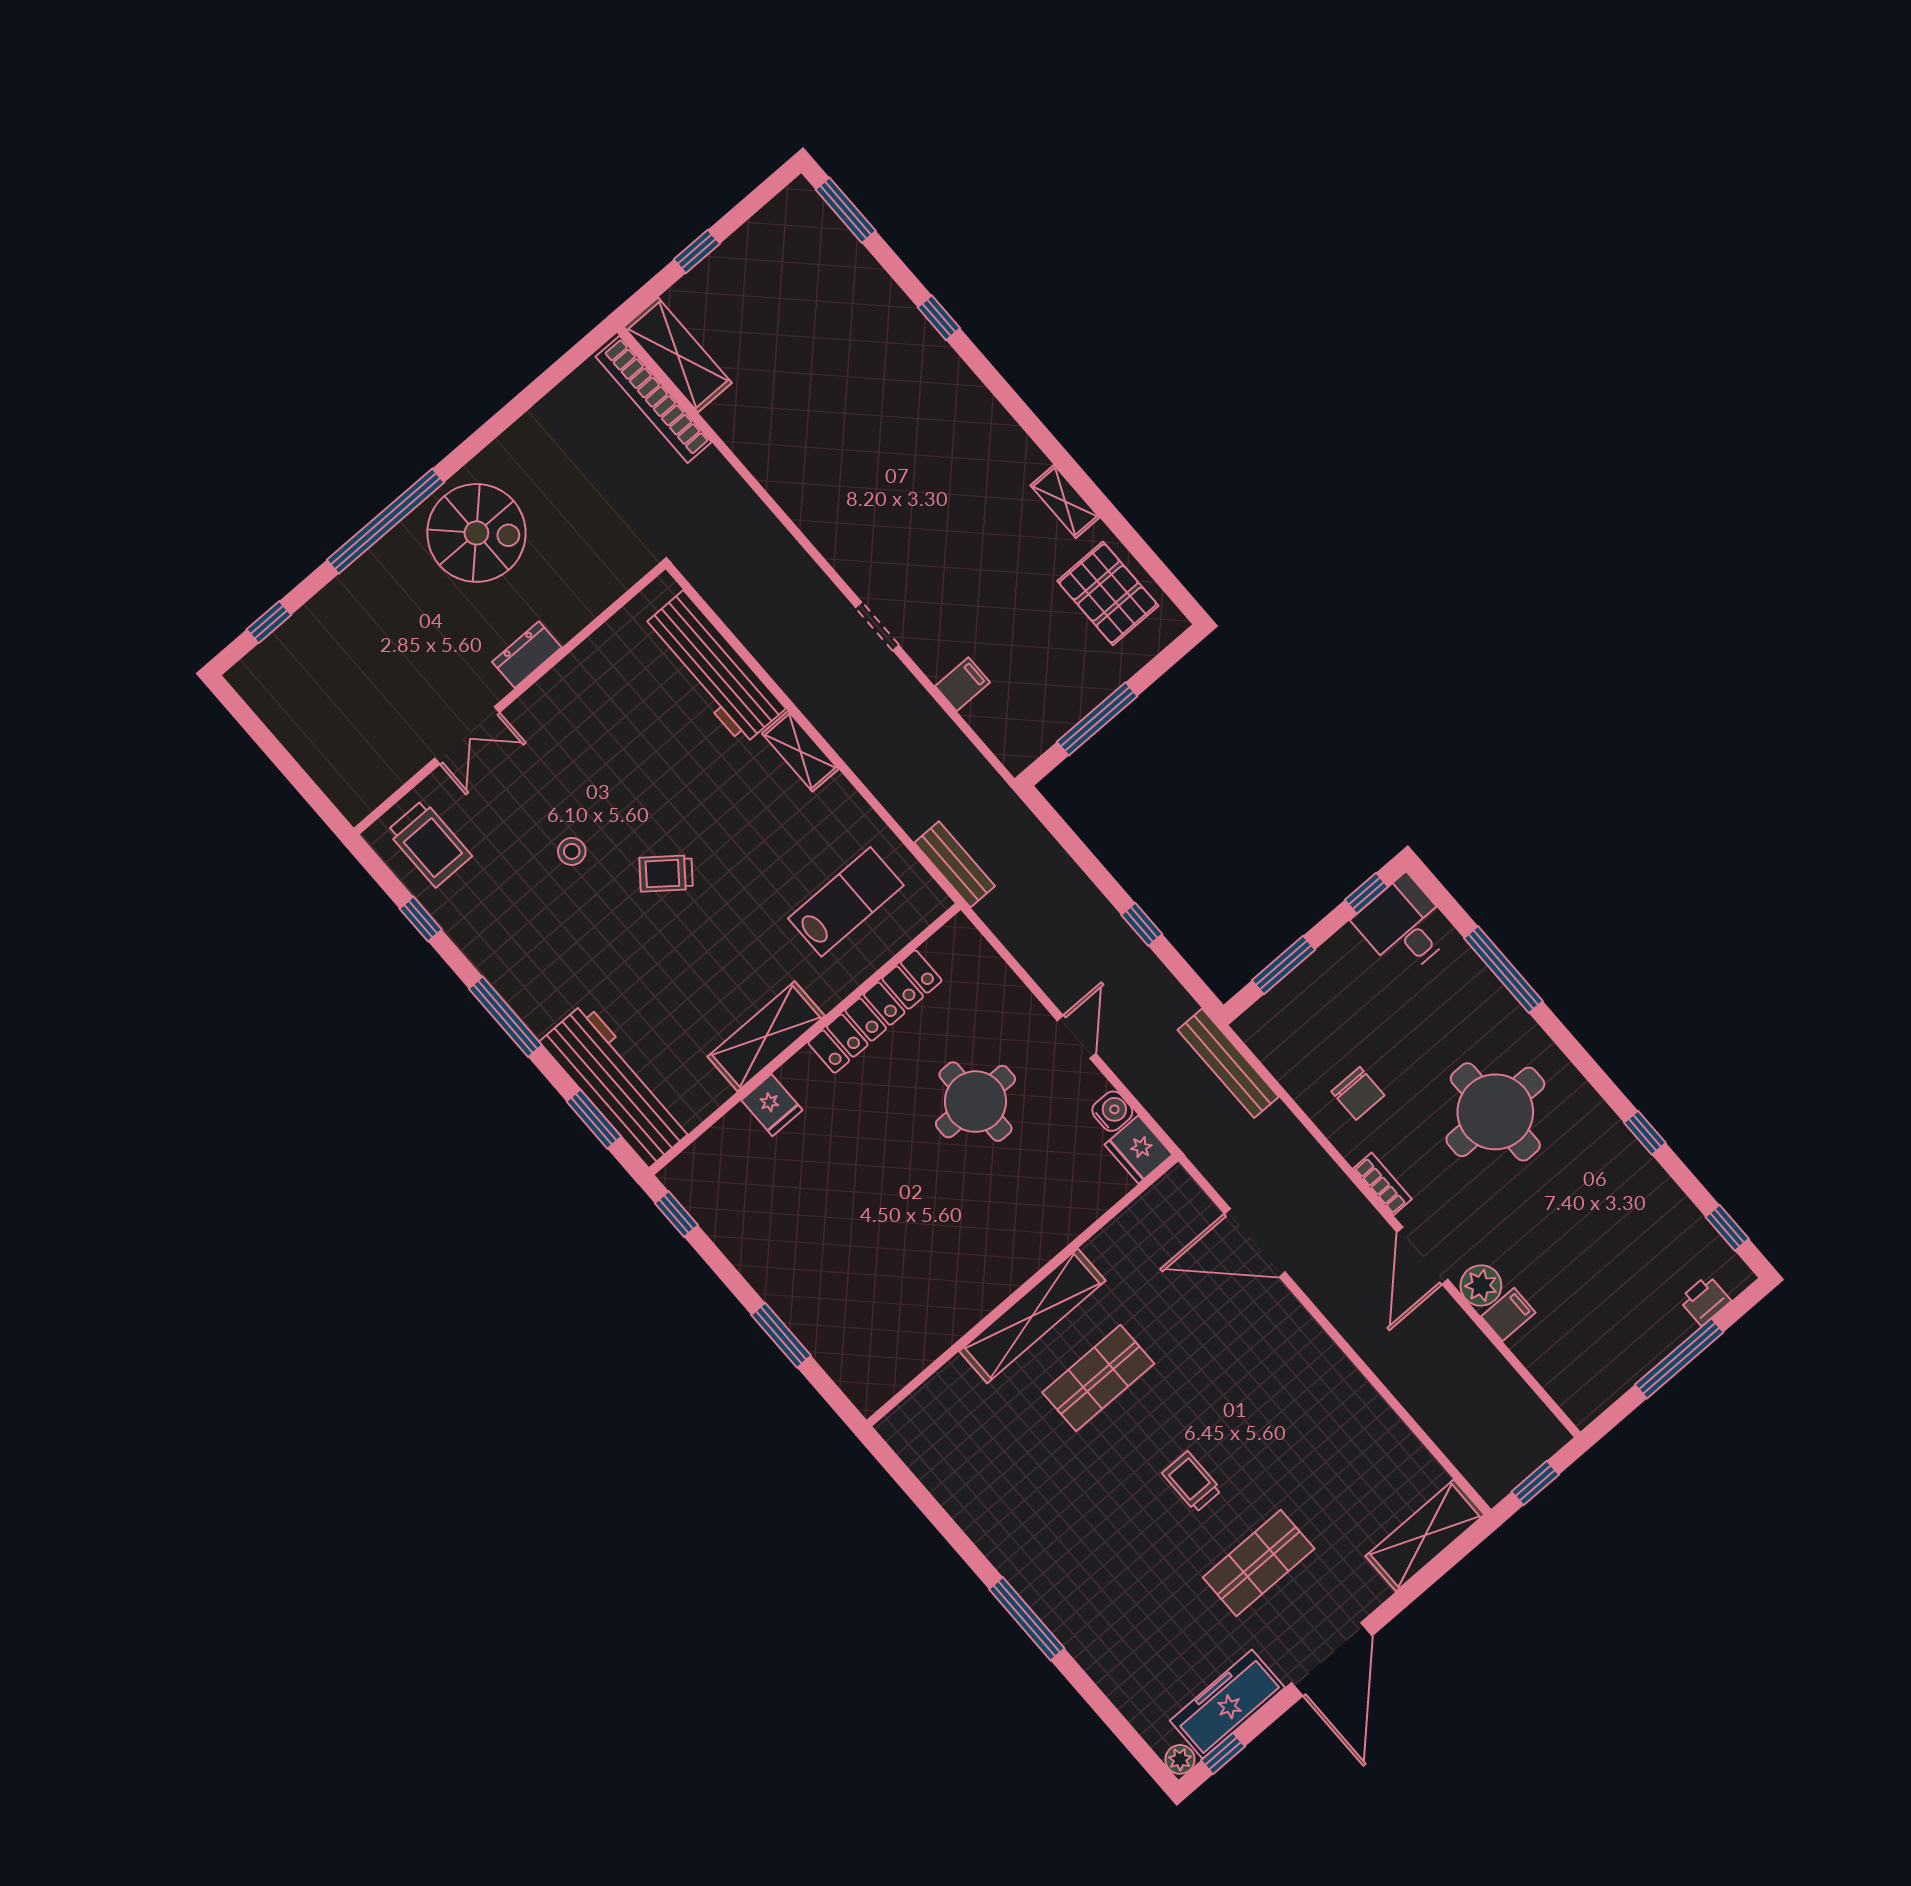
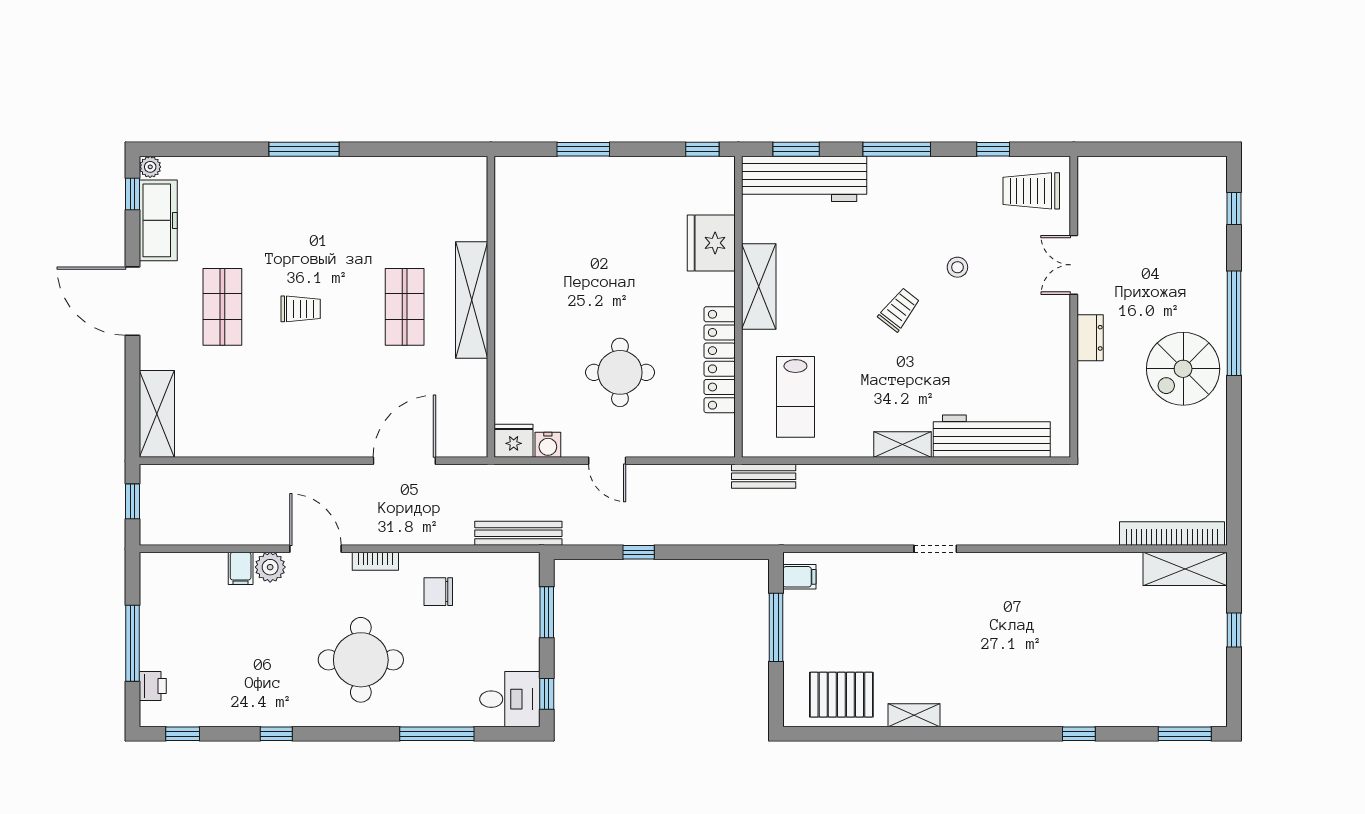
filing cabinet: (963, 684) -> (799, 577), moved, turned -90
fridge: (772, 1105) -> (711, 243), width x1.88, depth x1.34

